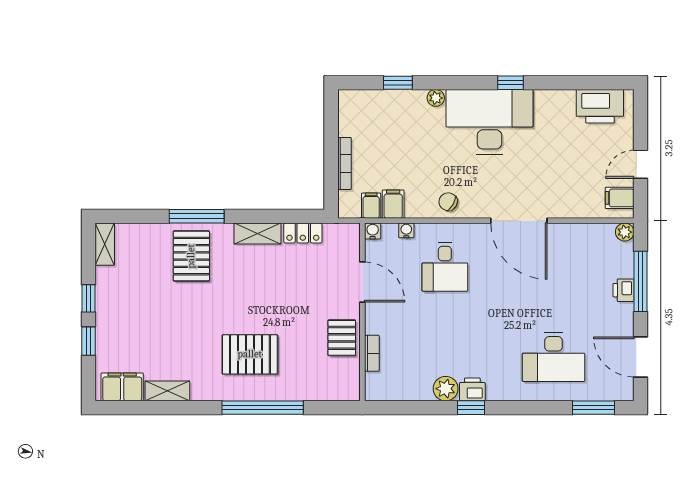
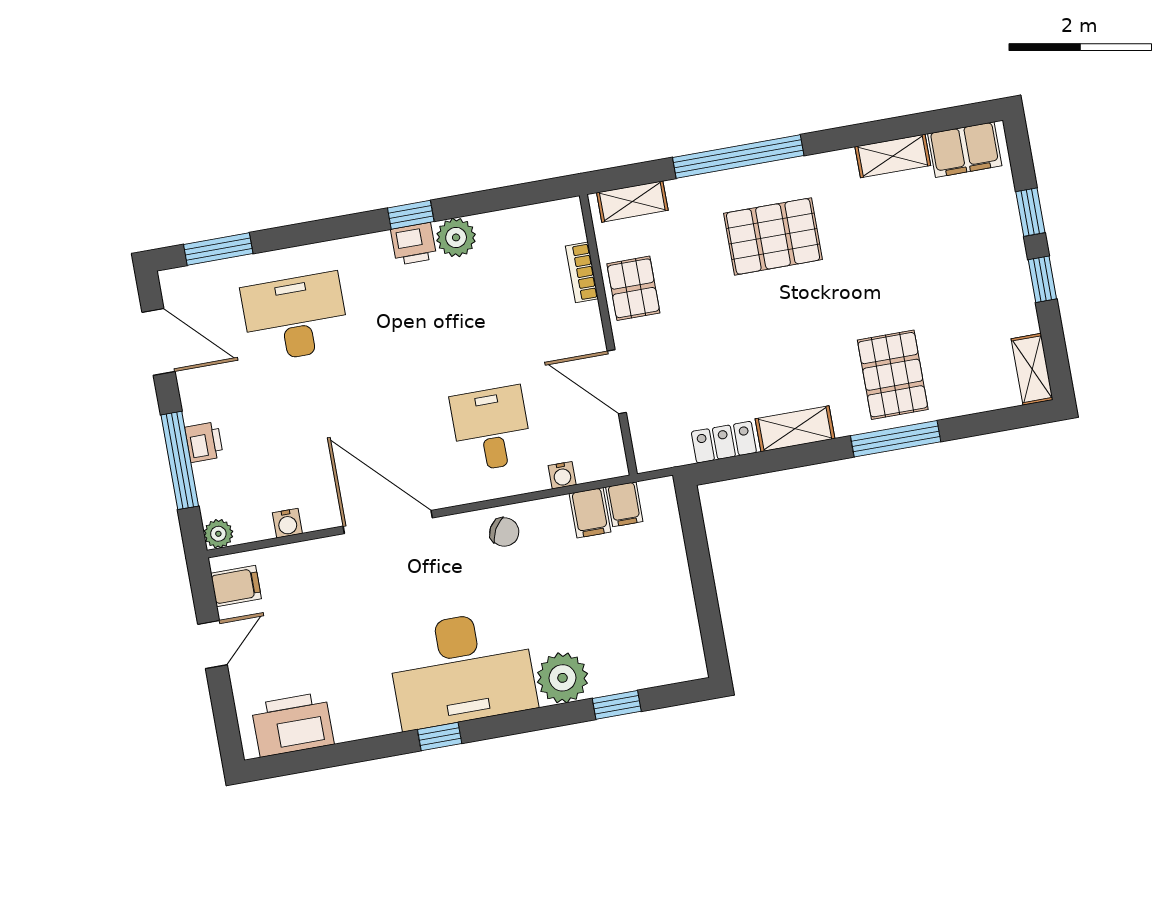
plant: (436, 98) -> (562, 678), width x1.88, depth x1.88
bookcase: (345, 163) -> (678, 563), removed
water cooler: (373, 231) -> (287, 523), moved
shelving: (333, 391) -> (632, 201), added

